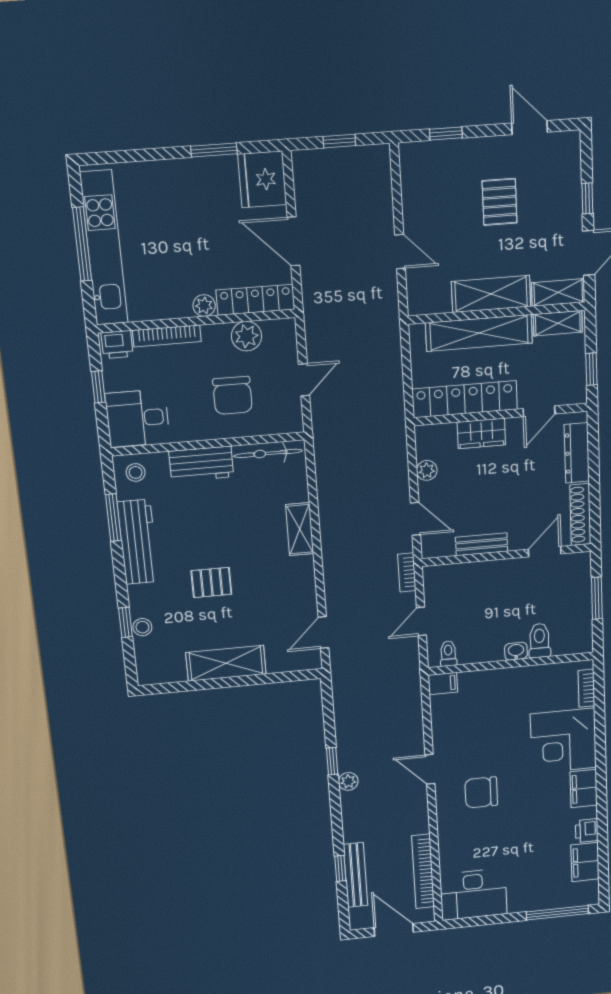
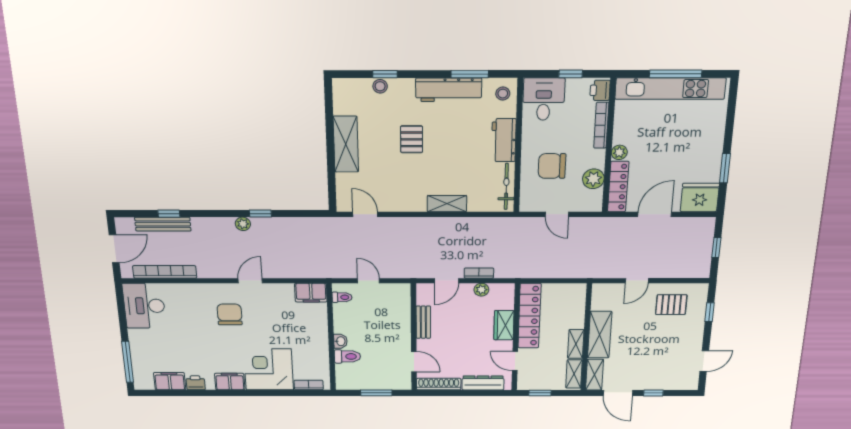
pallet: (500, 202) -> (671, 305), moved
shelving: (479, 333) -> (576, 344), width x0.45, depth x0.75
bookcase: (407, 572) -> (479, 273), moved
filing cabinet: (443, 683) -> (311, 293), width x2.00

